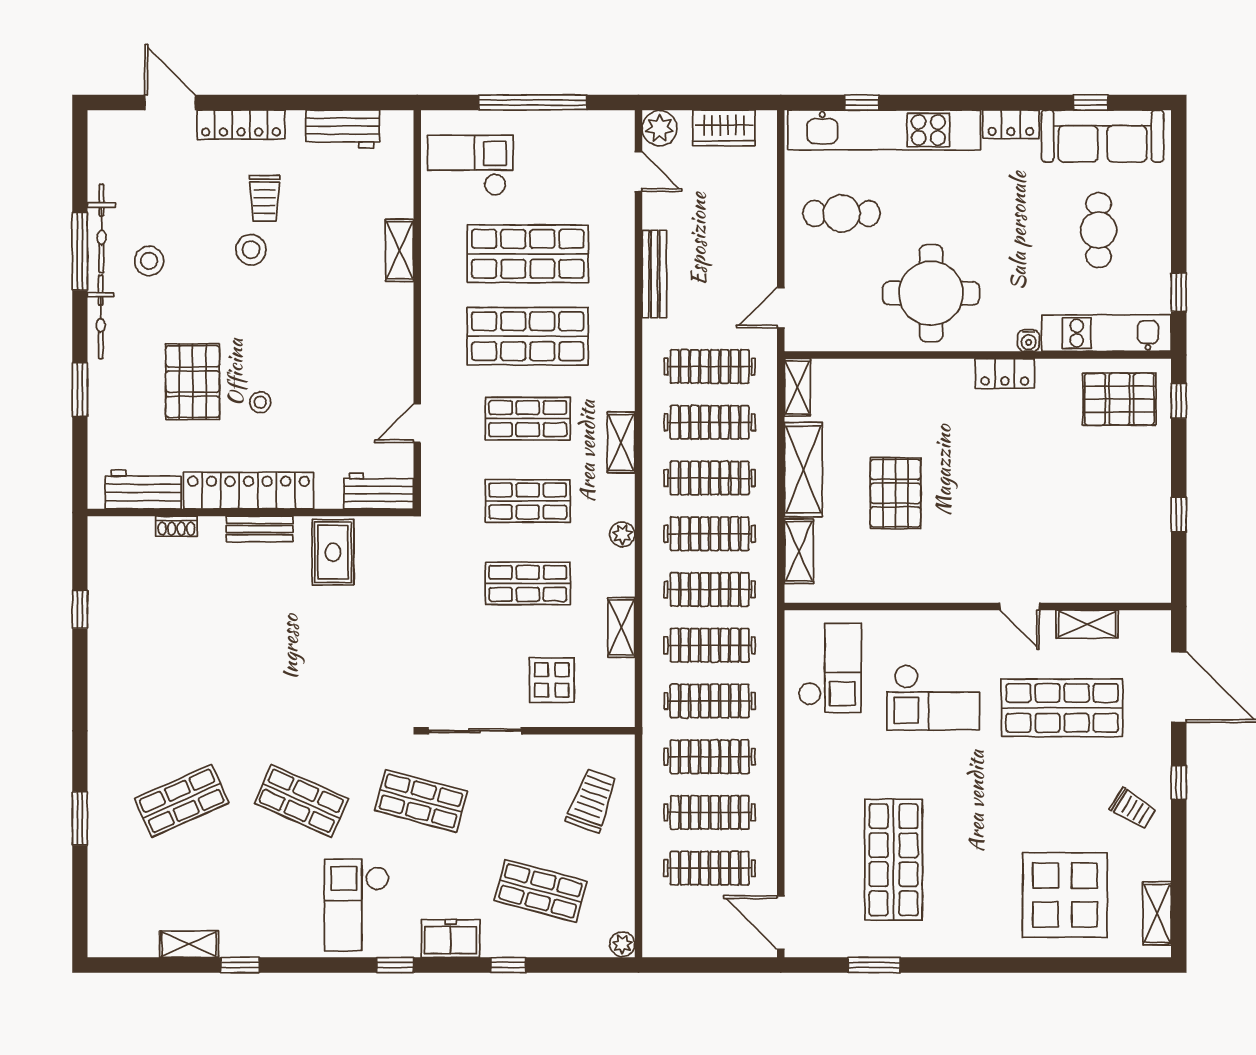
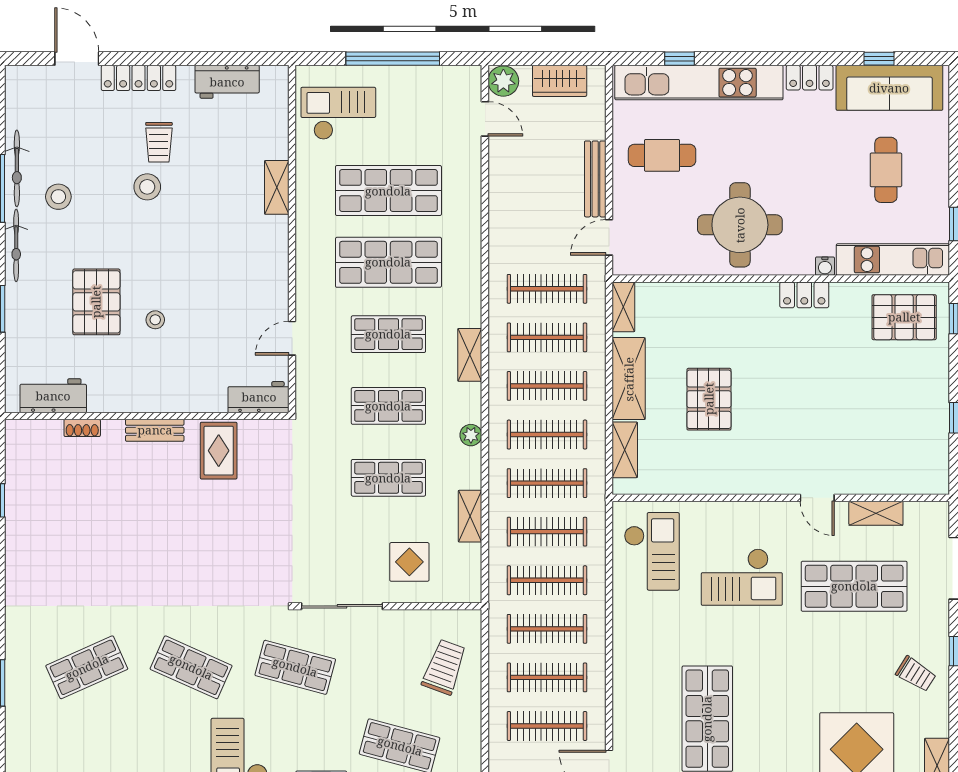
bench: (654, 274) -> (595, 179), moved
locker: (249, 491) -> (145, 397), removed

